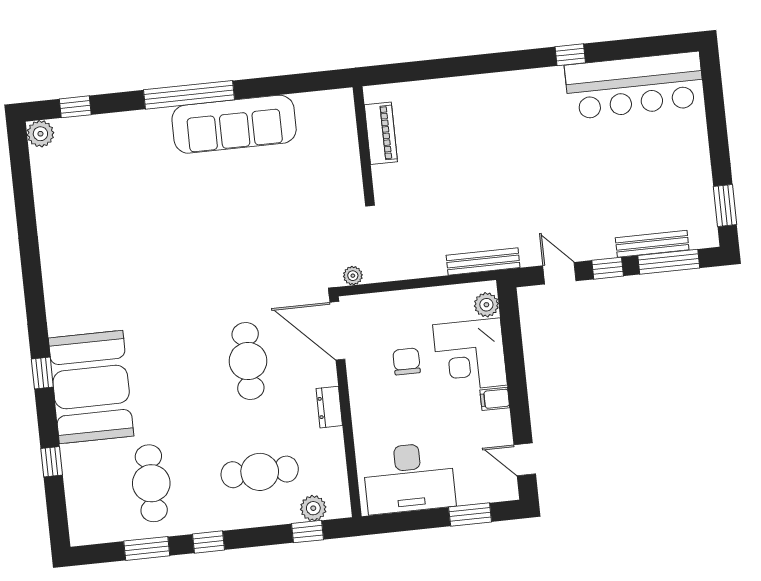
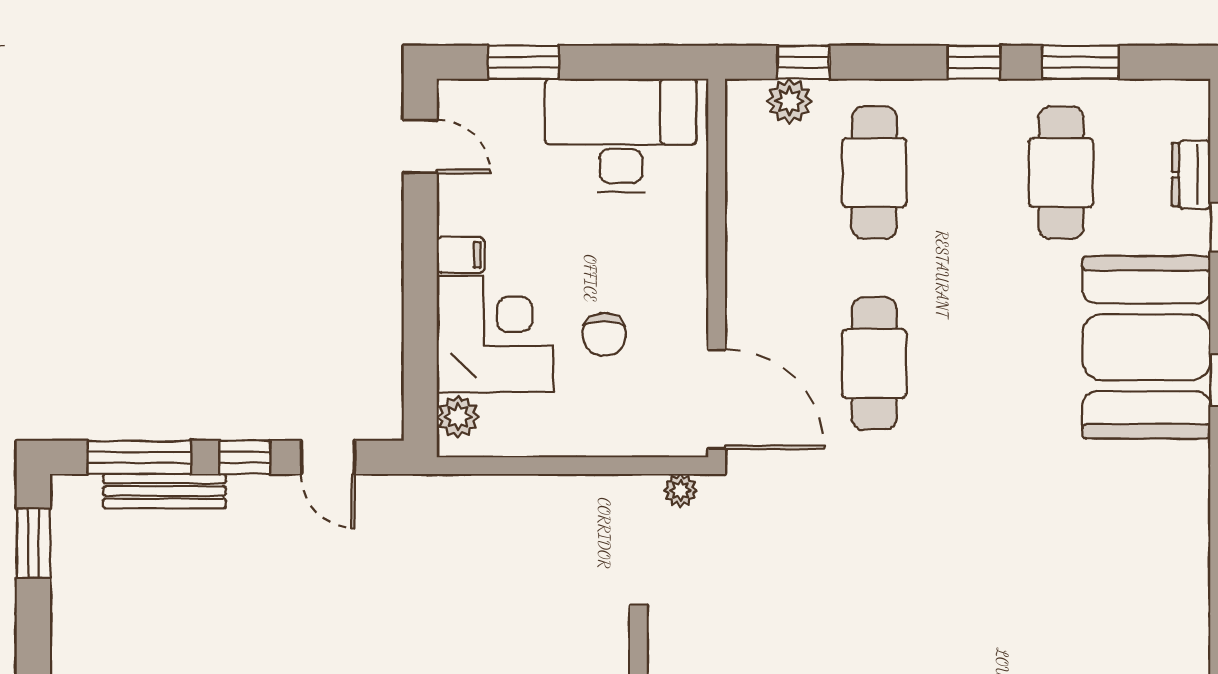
bench: (483, 261) -> (456, 491), removed
dresser: (329, 407) -> (1191, 175), moved, turned 180
cafe table: (260, 472) -> (874, 173), turned 90

